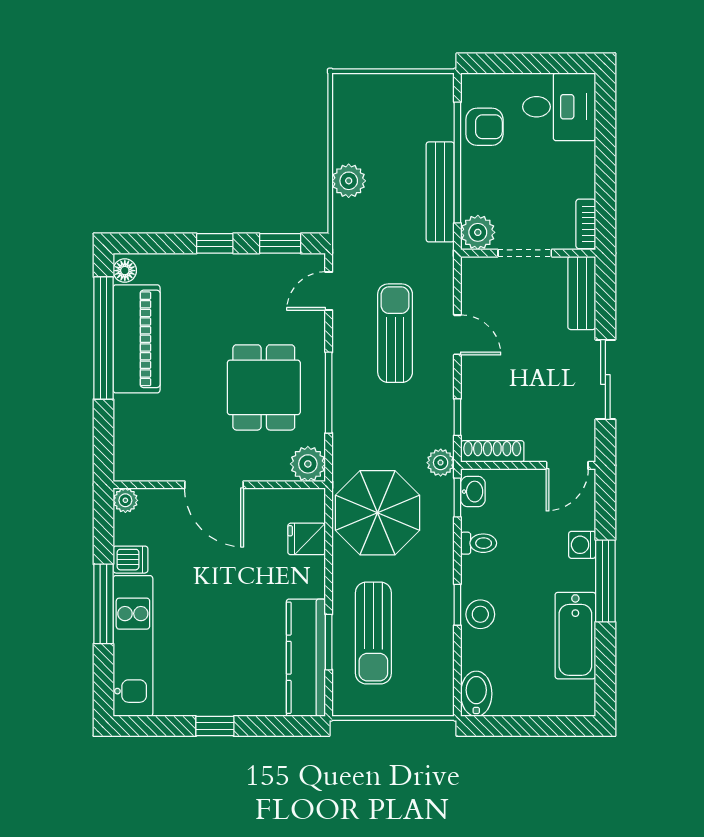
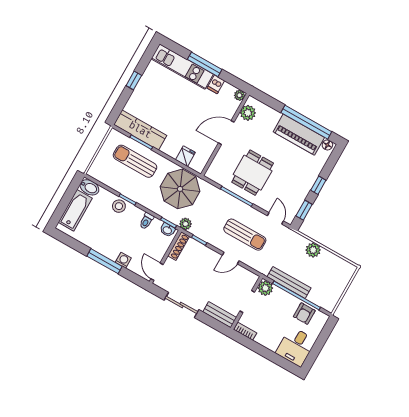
dining table: (264, 387) -> (253, 173), turned 90
plant: (308, 464) -> (248, 113), moved
bathtub: (575, 636) -> (75, 210), moved, turned 90

